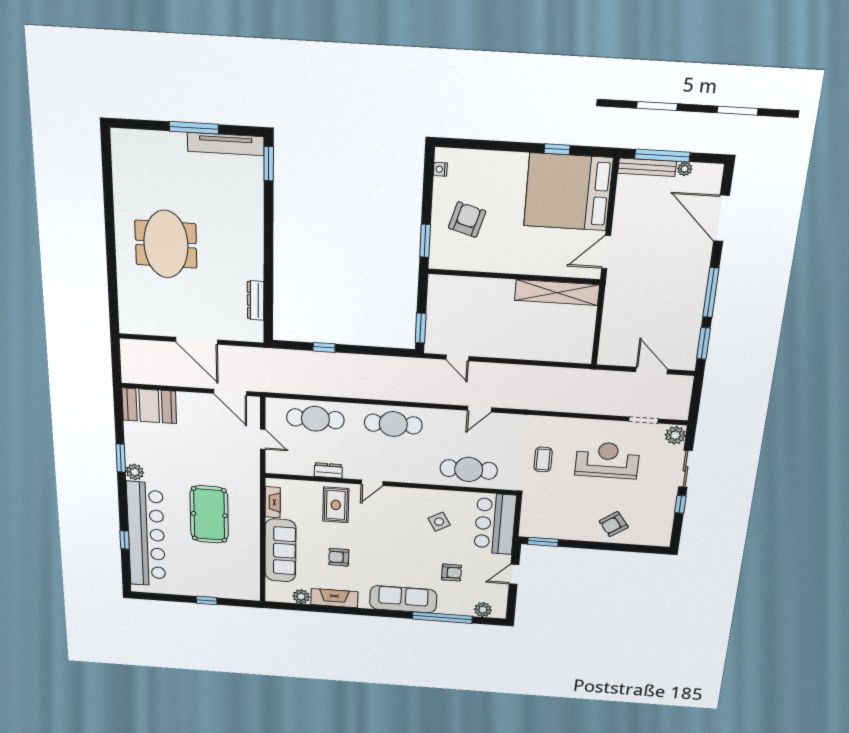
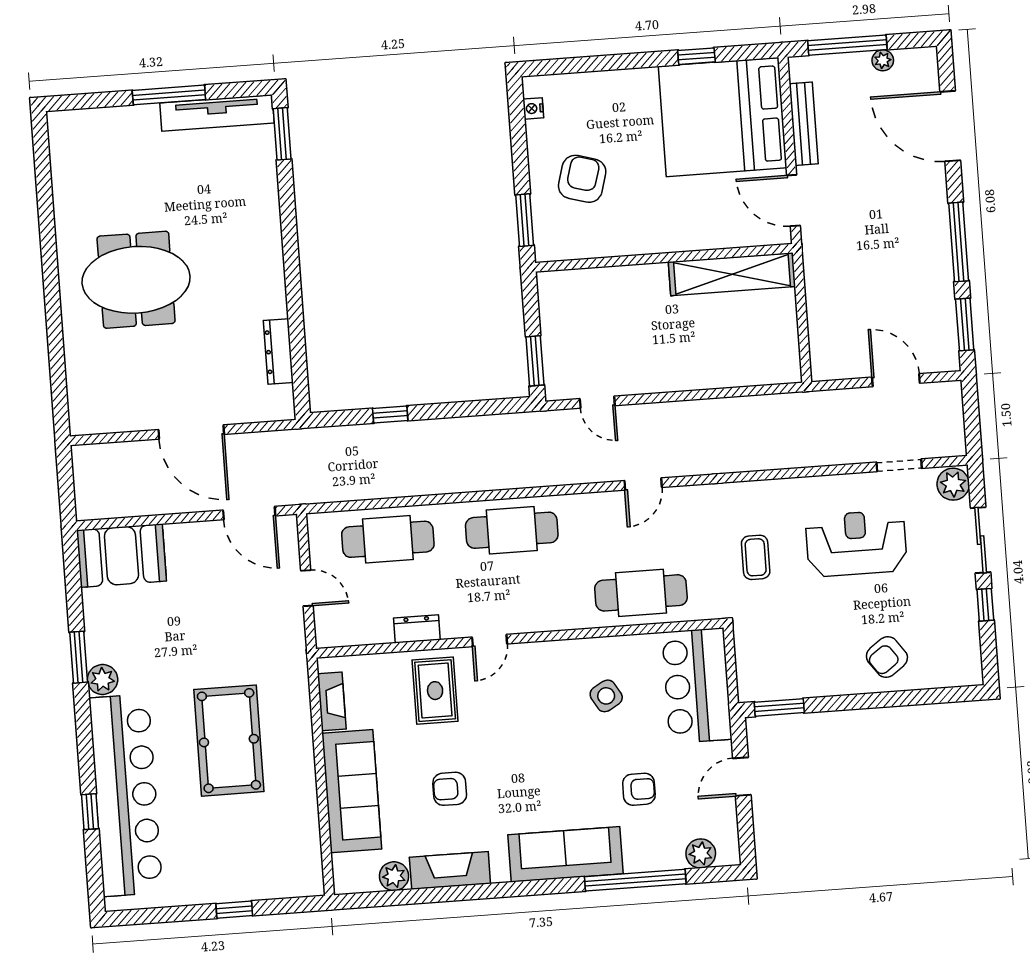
bench: (647, 167) -> (804, 124), moved, turned 90
meeting table: (166, 244) -> (136, 280), turned 90
door: (606, 252) -> (793, 201), hinge flipped

